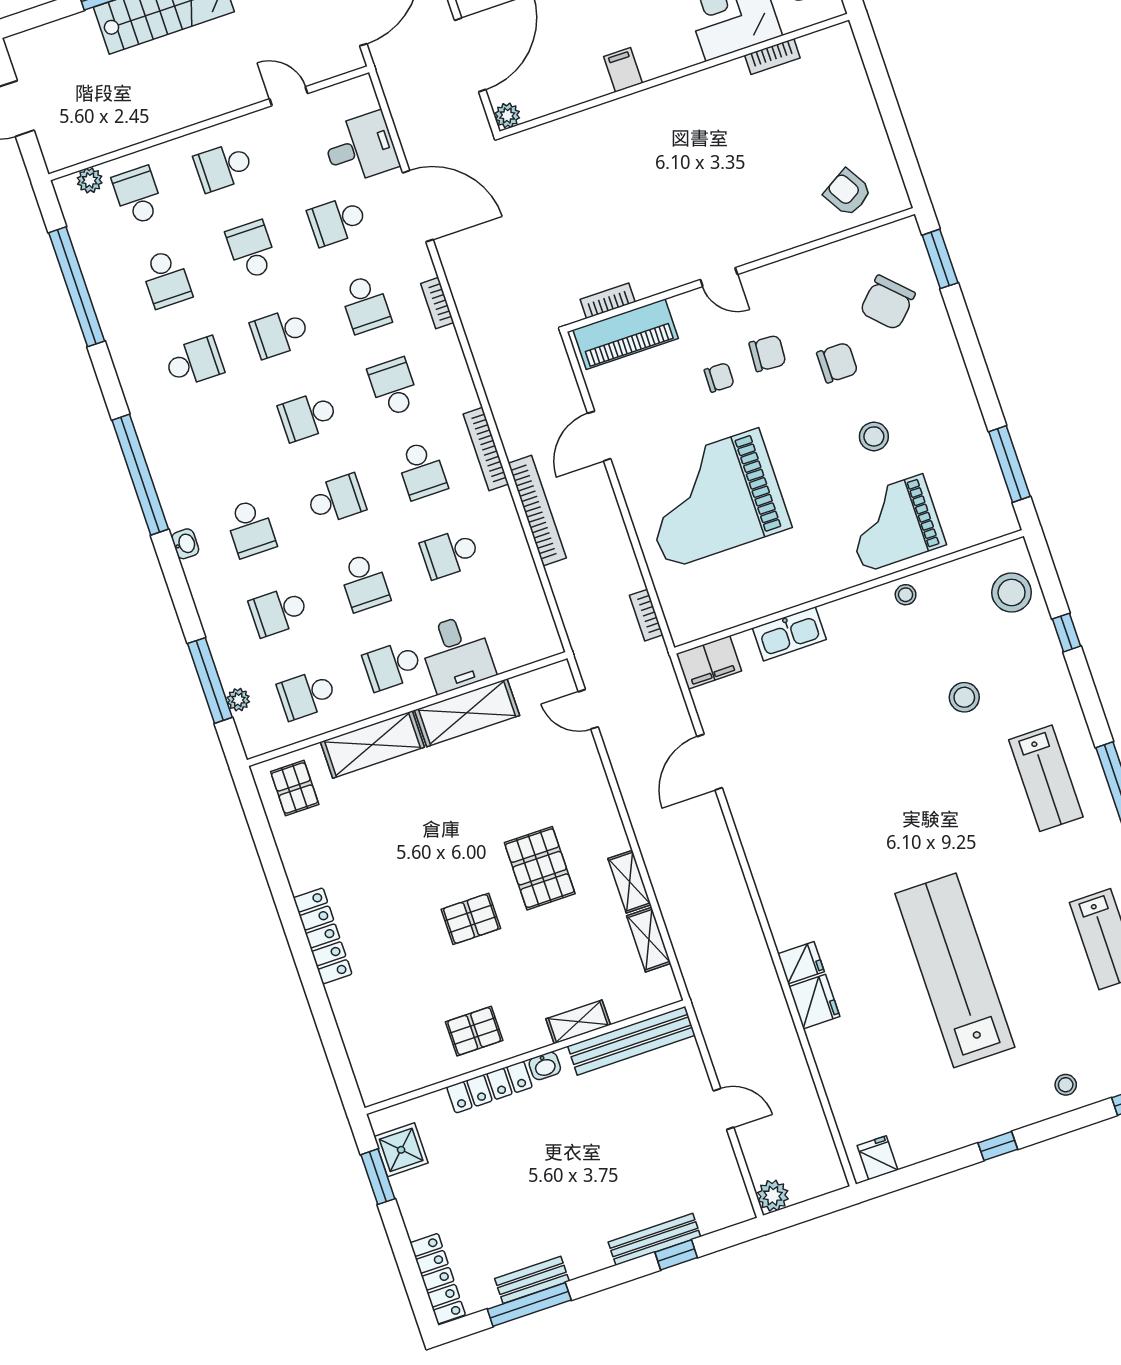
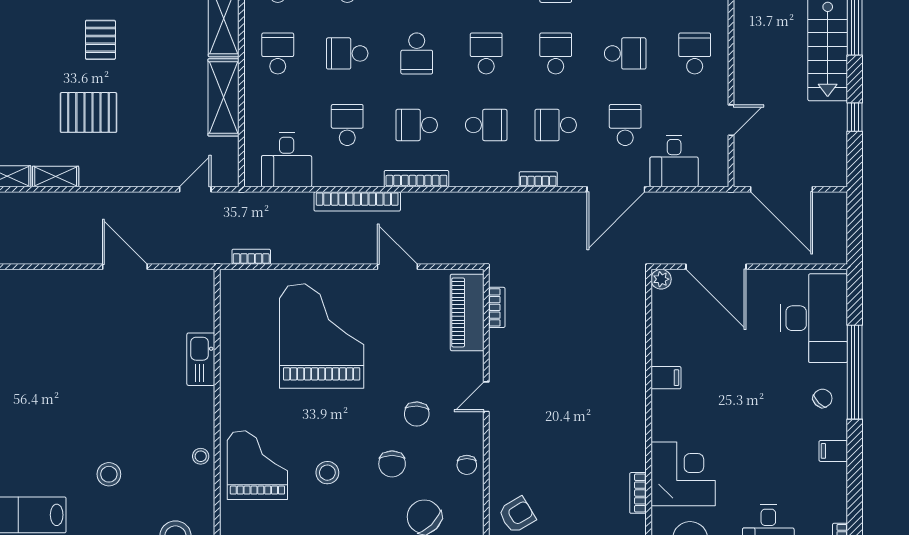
chair: (719, 377) -> (467, 465), moved
desk: (457, 653) -> (287, 160), moved, turned -90
filing cabinet: (709, 662) -> (200, 292), removed
pallet: (471, 919) -> (100, 40), moved

